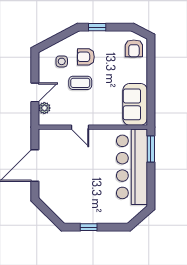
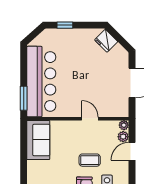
plant: (44, 120) -> (124, 125), added
fridge: (63, 210) -> (106, 41), added
window: (89, 227) -> (65, 25), moved

